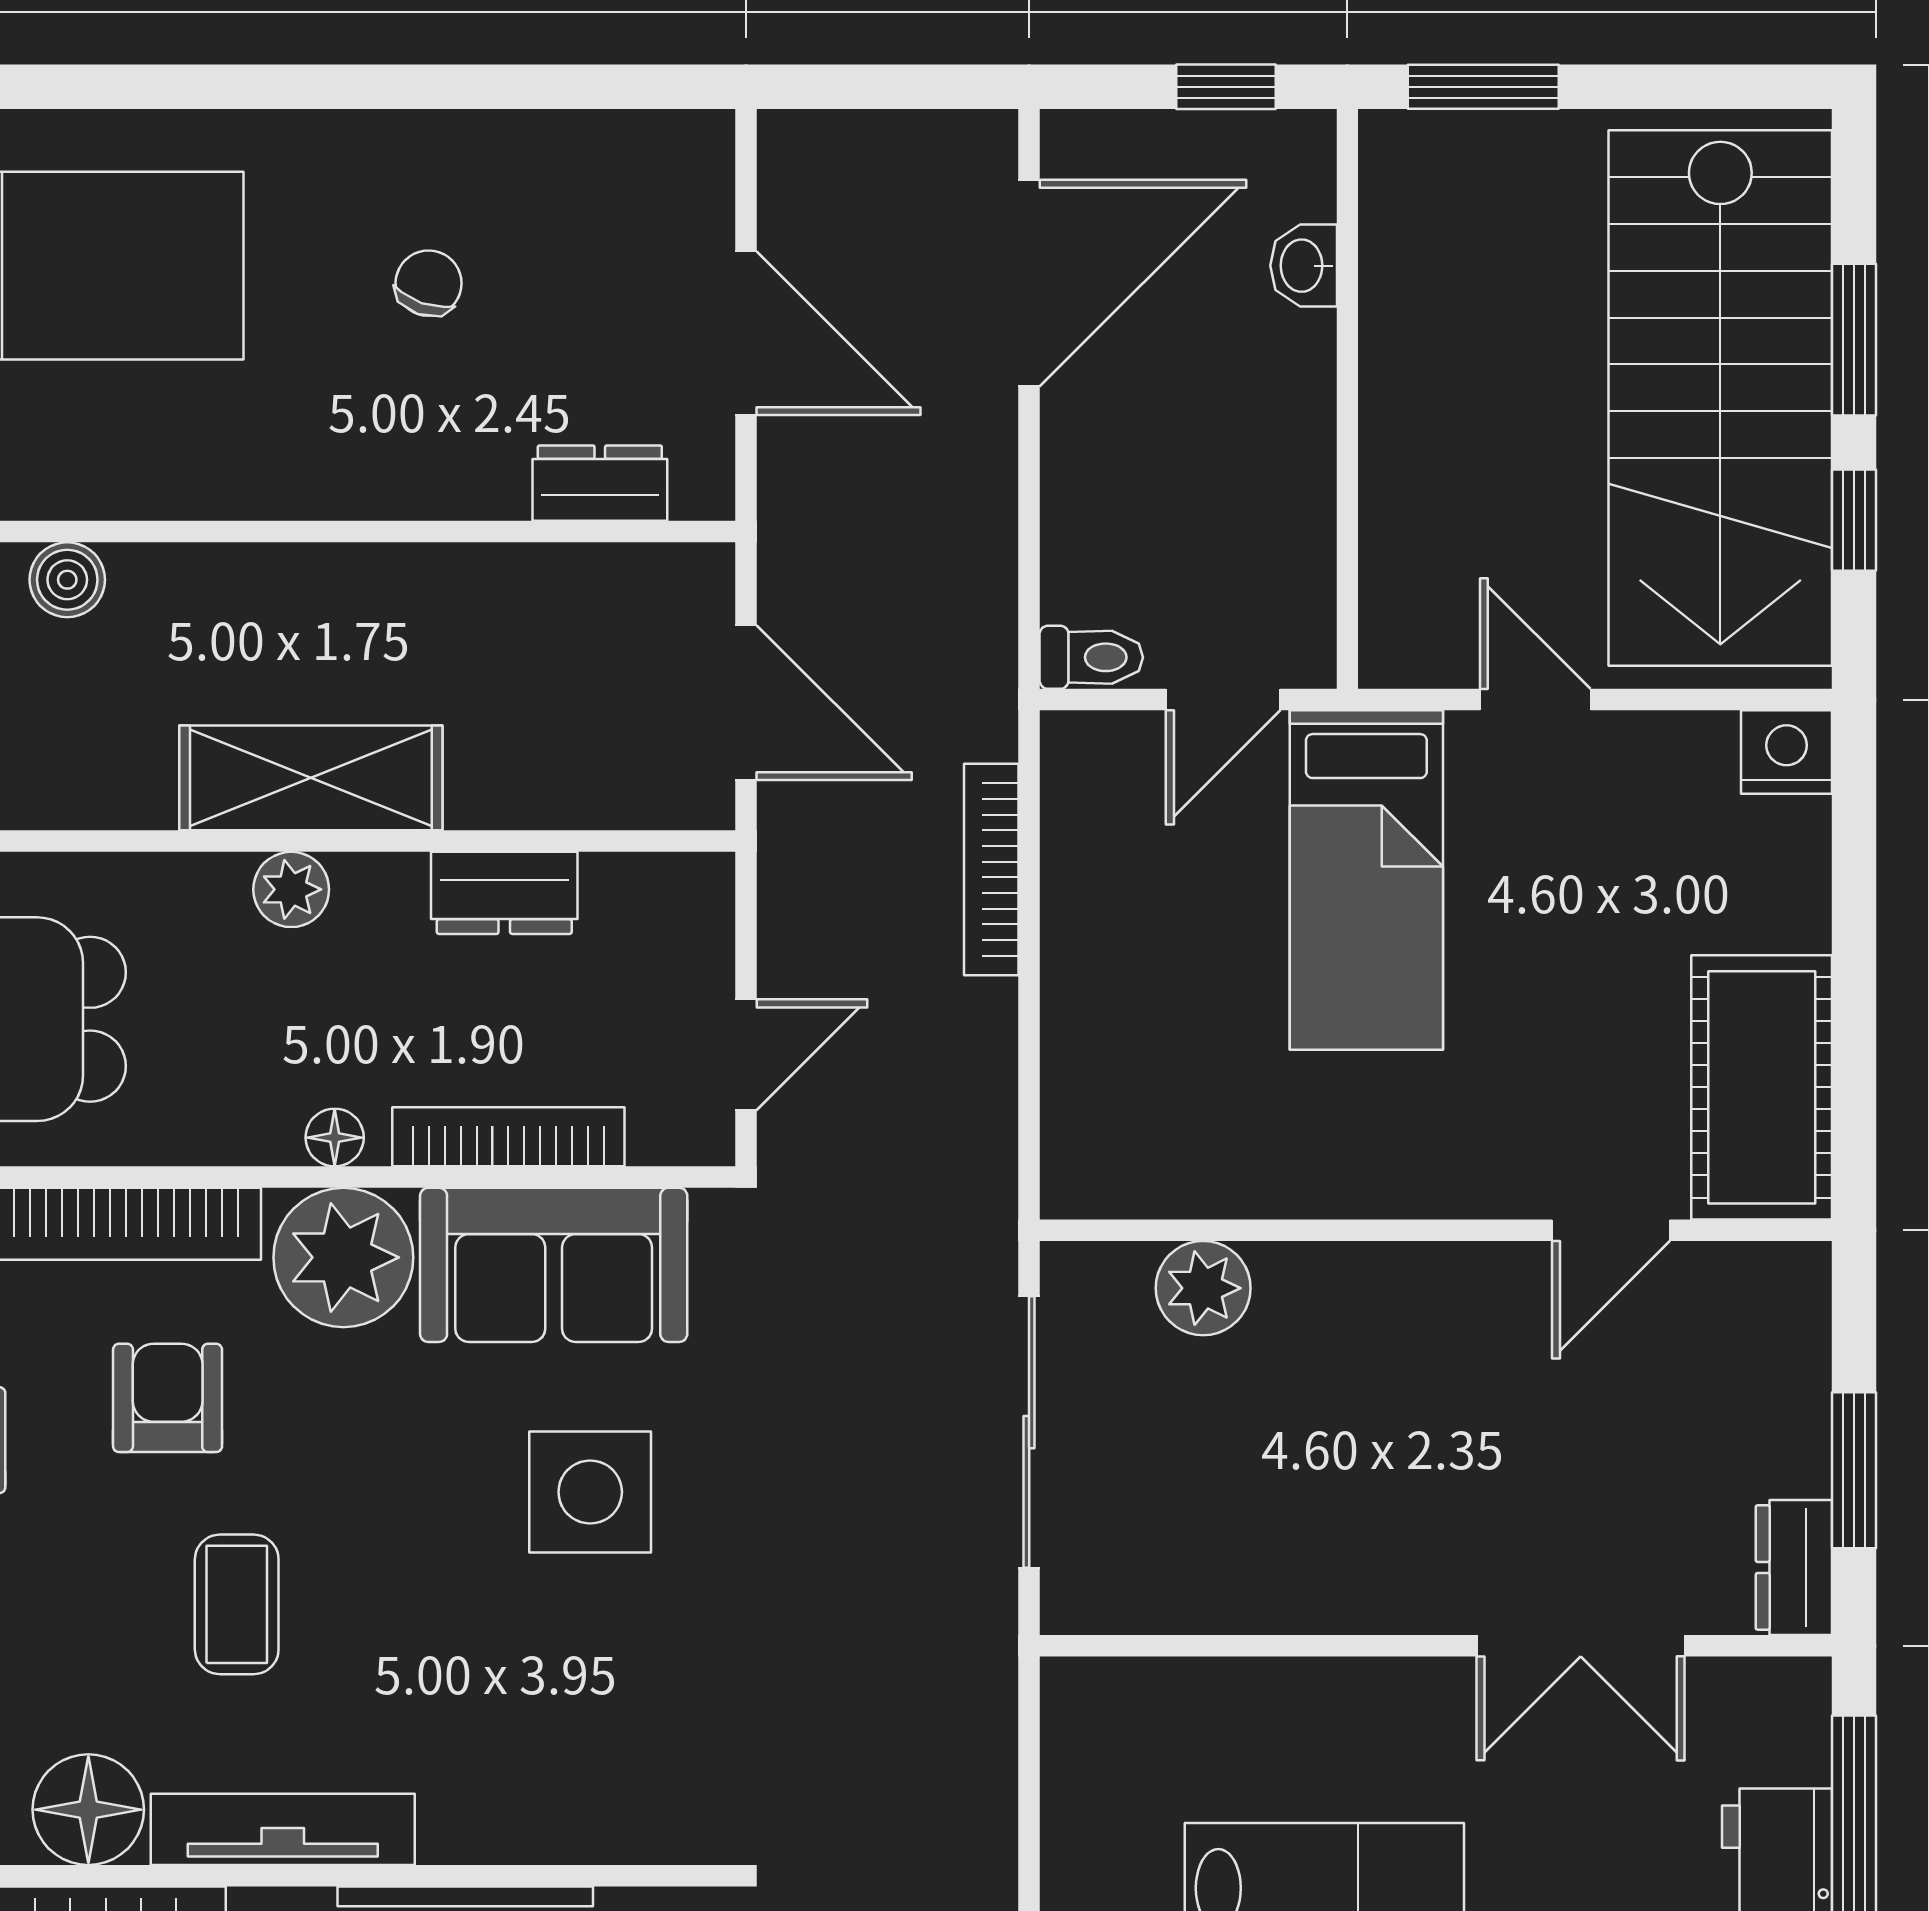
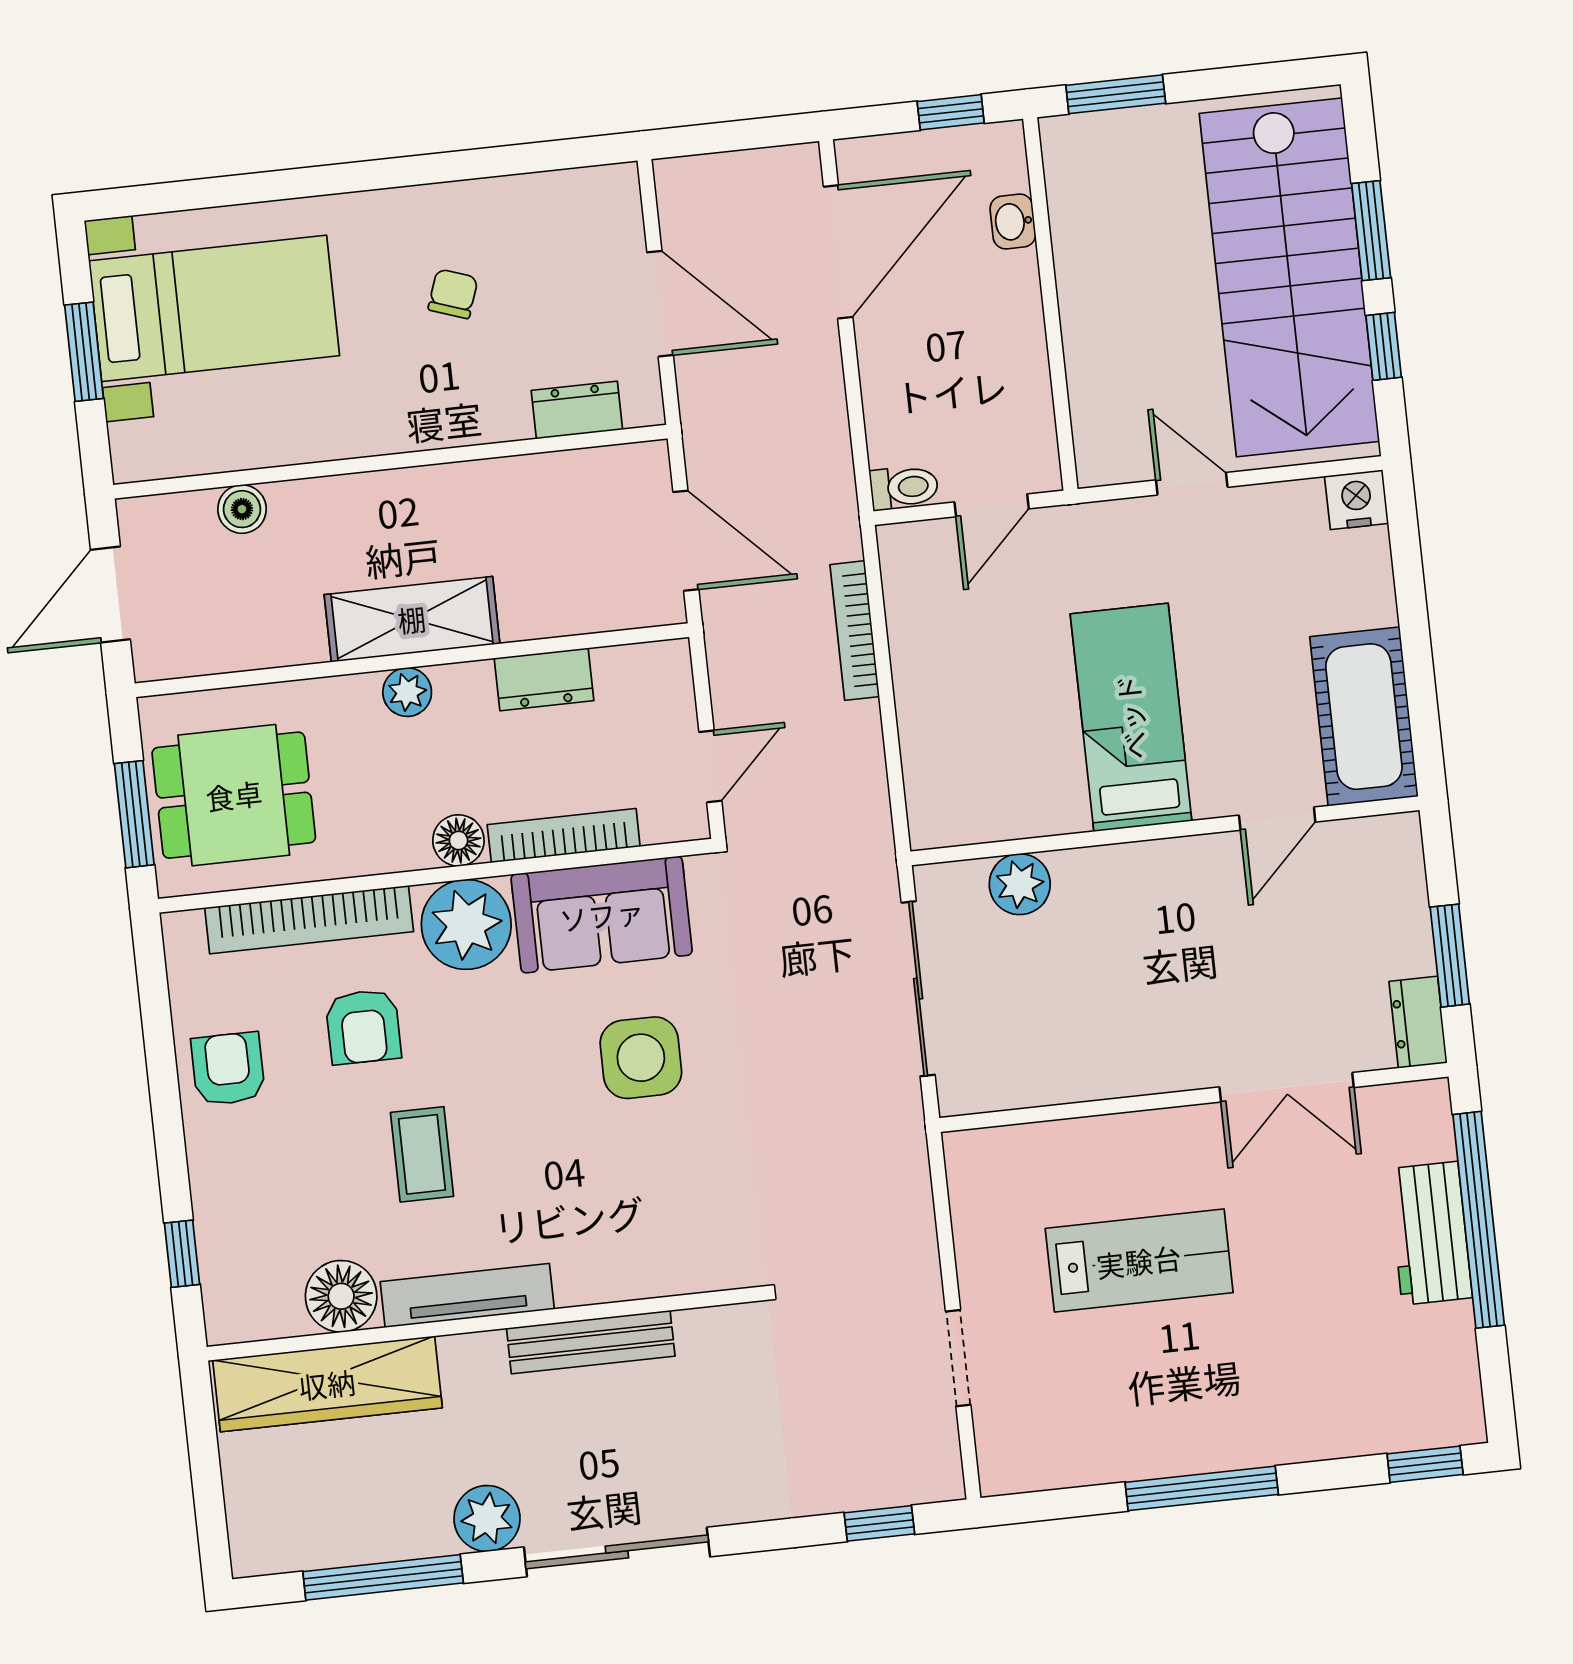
bed: (1366, 880) -> (1131, 717), moved, turned 180
floor lamp: (335, 1138) -> (458, 840), width x1.37, depth x1.37
armchair: (168, 1398) -> (363, 1027), turned 180

